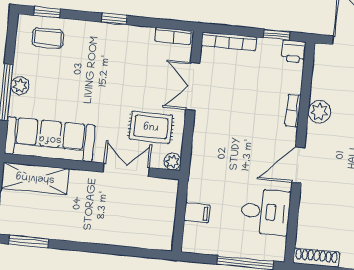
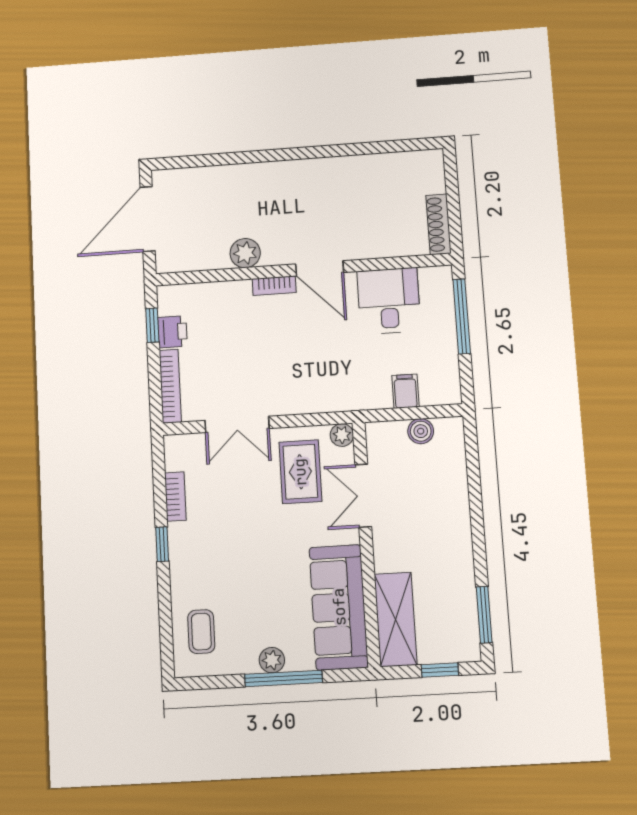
window: (47, 12) -> (166, 638), removed
bookcase: (173, 36) -> (175, 497), moved
printer: (294, 51) -> (172, 332), moved
bookcase: (293, 111) -> (274, 286), moved
boiler: (166, 219) -> (421, 431), added

